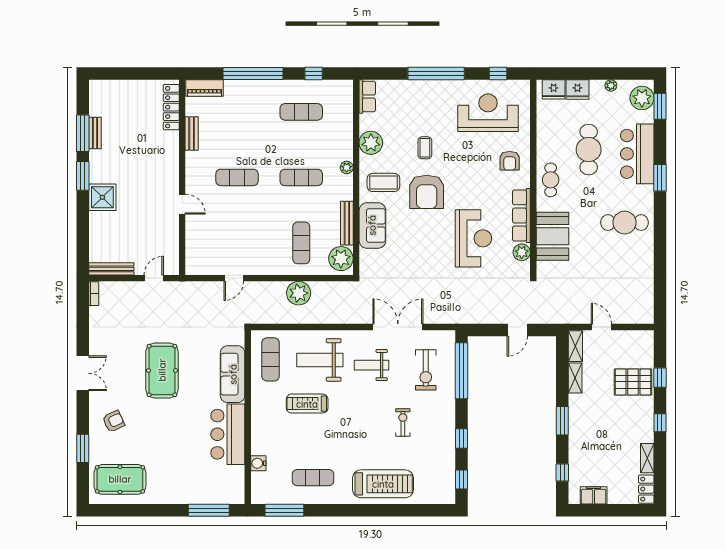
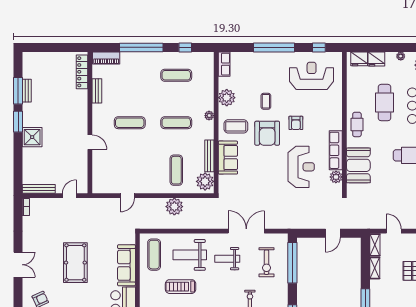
armchair: (510, 161) -> (296, 123), moved

